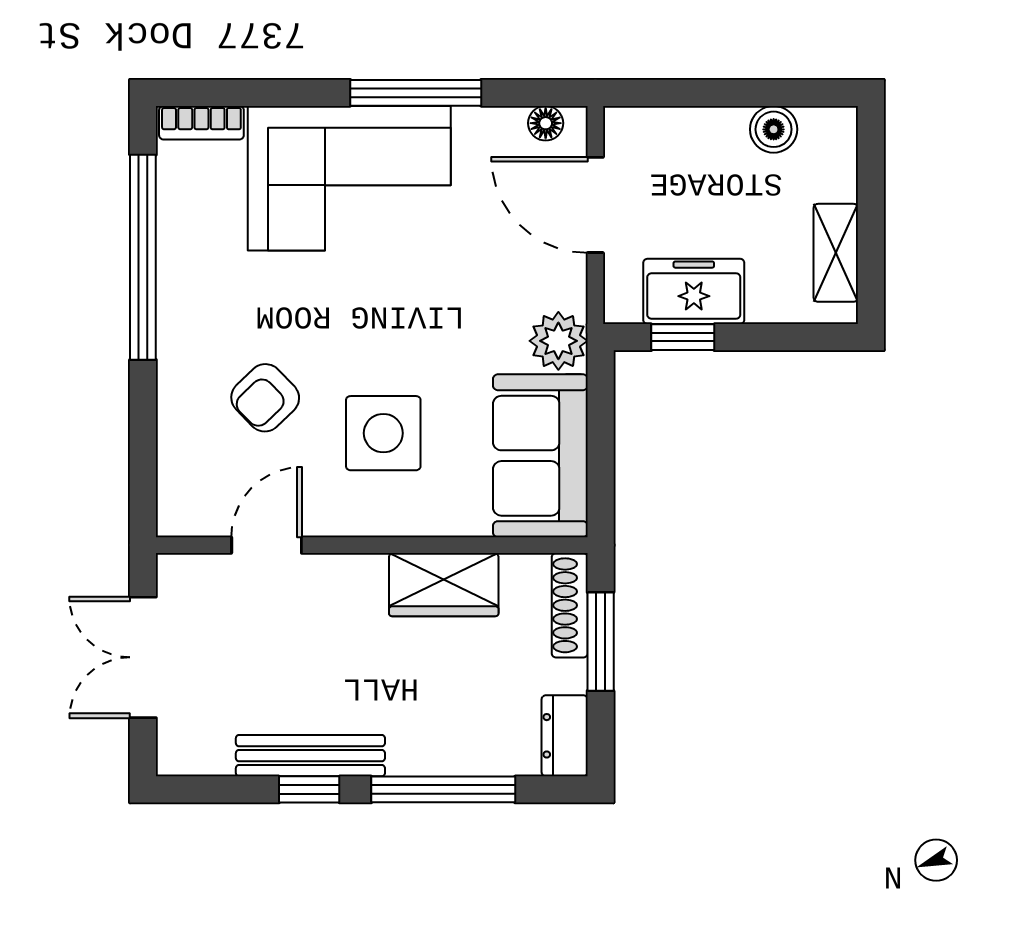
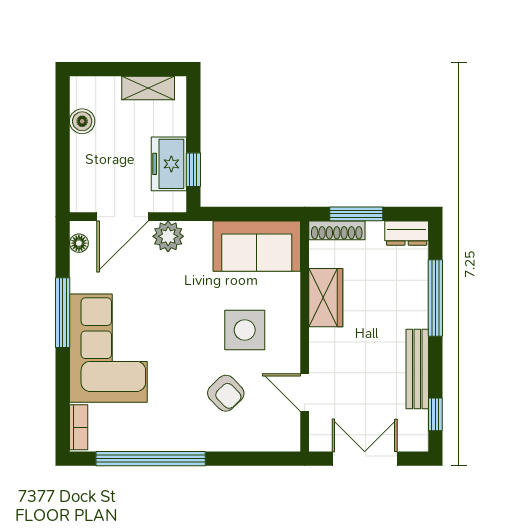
plant: (558, 341) -> (168, 236), moved
double door: (143, 657) -> (365, 459), swing flipped
window: (309, 789) -> (435, 414), moved

